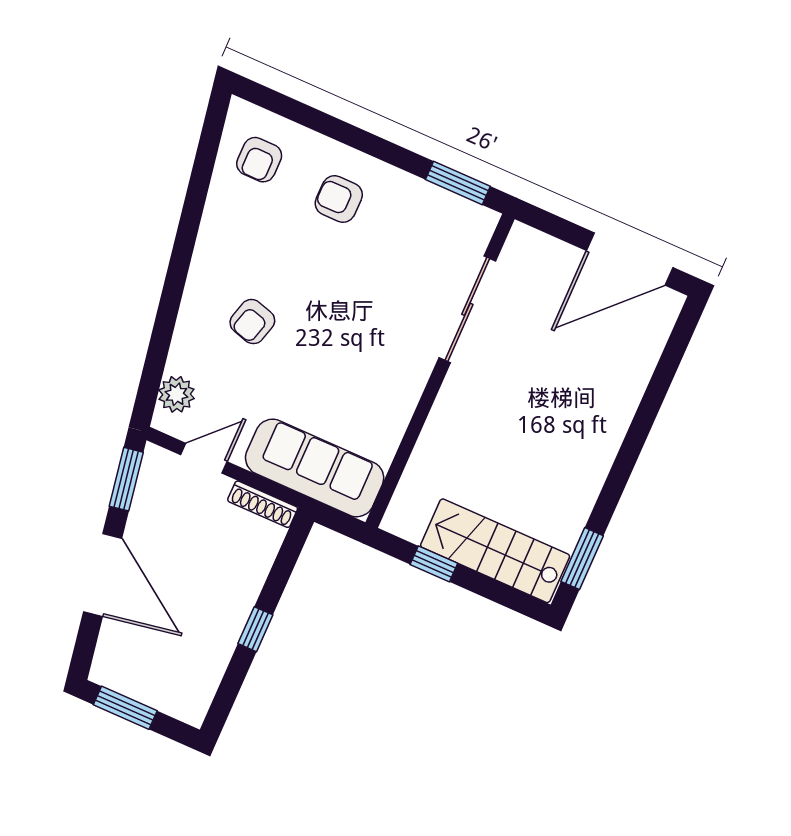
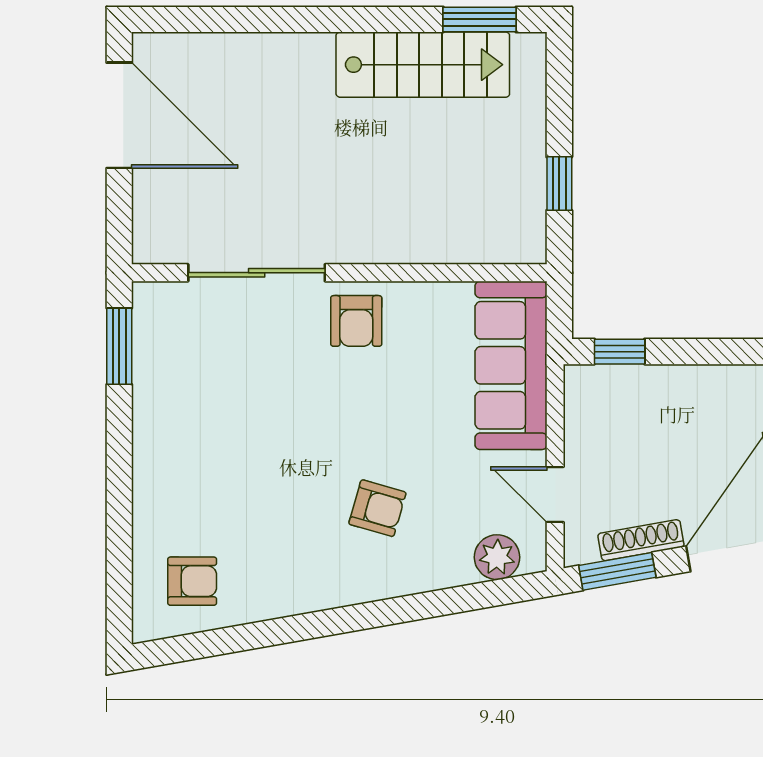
armchair: (339, 199) -> (356, 321), moved
shoe rack: (263, 504) -> (641, 540), moved, turned -100
stairs: (495, 551) -> (423, 65), moved, turned -90
window: (255, 629) -> (620, 352), moved

